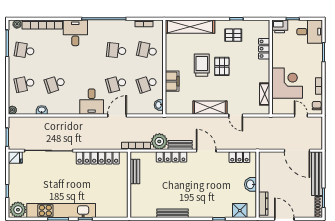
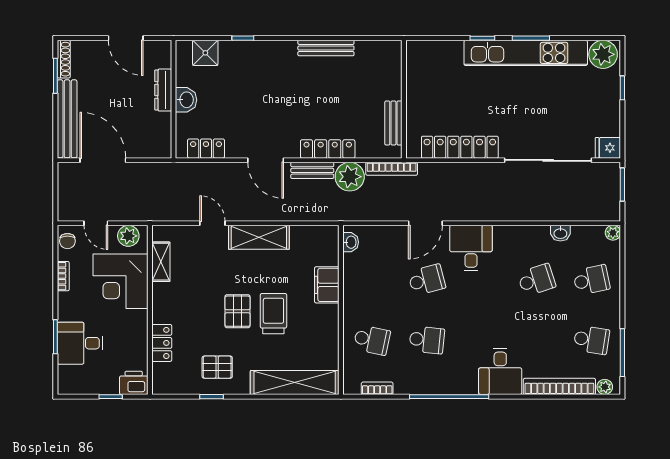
desk: (310, 32) -> (80, 343), moved
trolley: (202, 65) -> (273, 314), turned 180
school desk: (147, 84) -> (372, 280), removed
plant: (283, 108) -> (128, 236), added
dresser: (263, 204) -> (163, 90), moved

